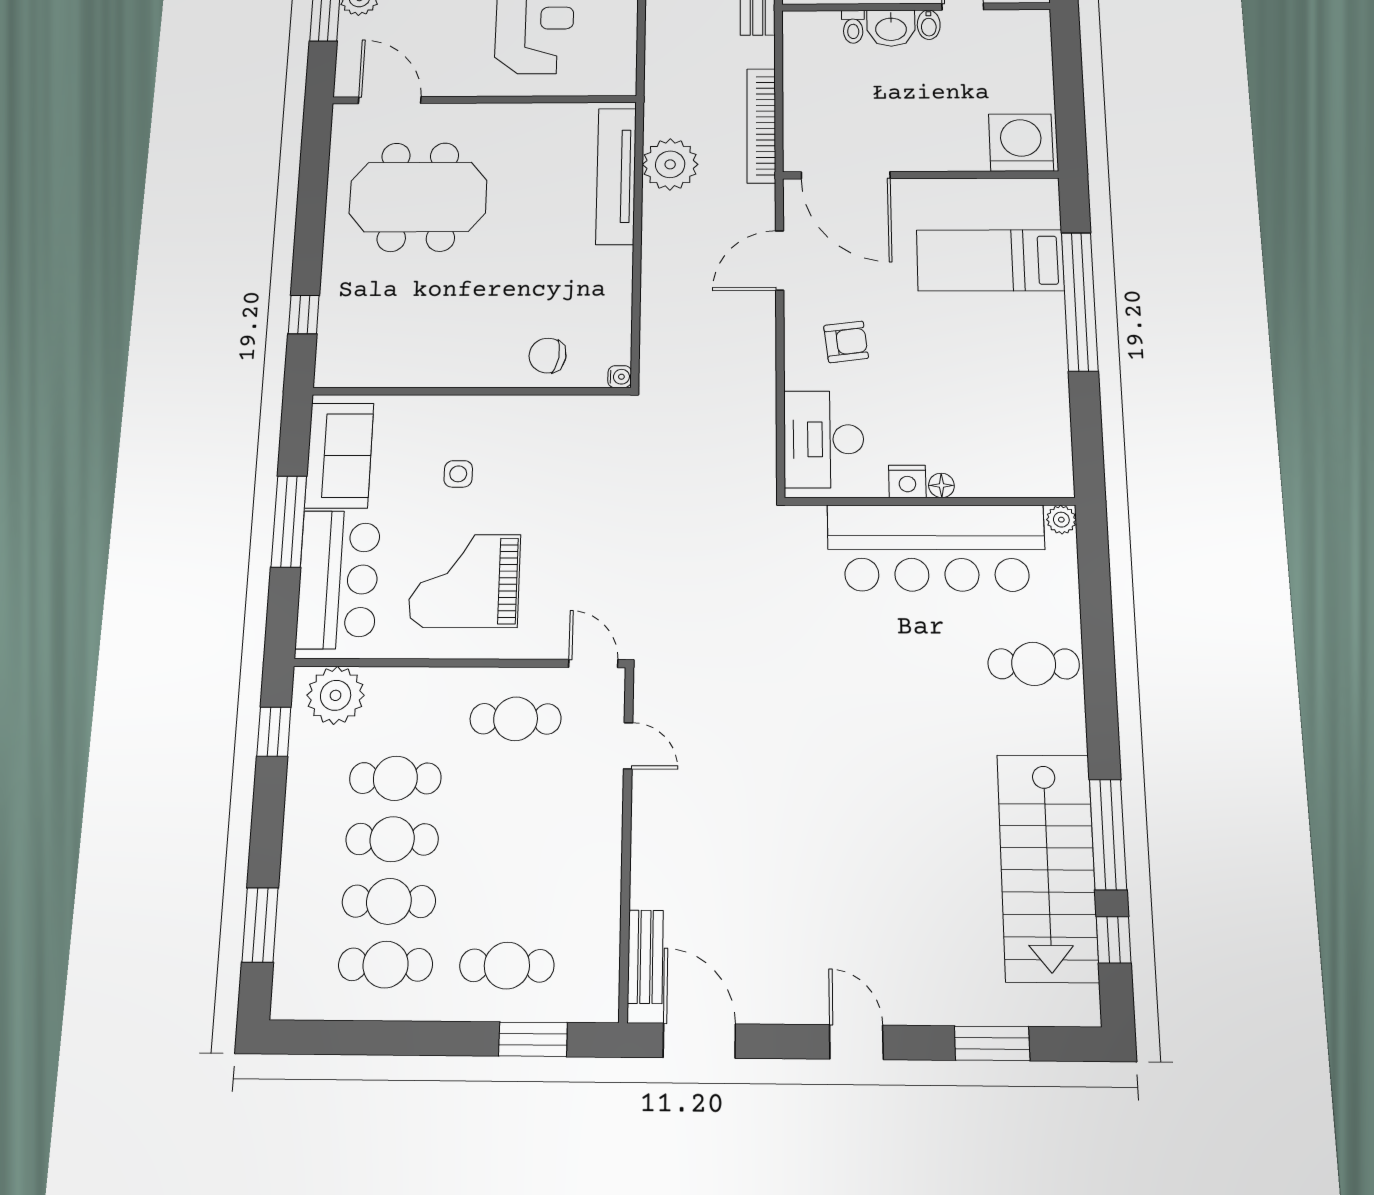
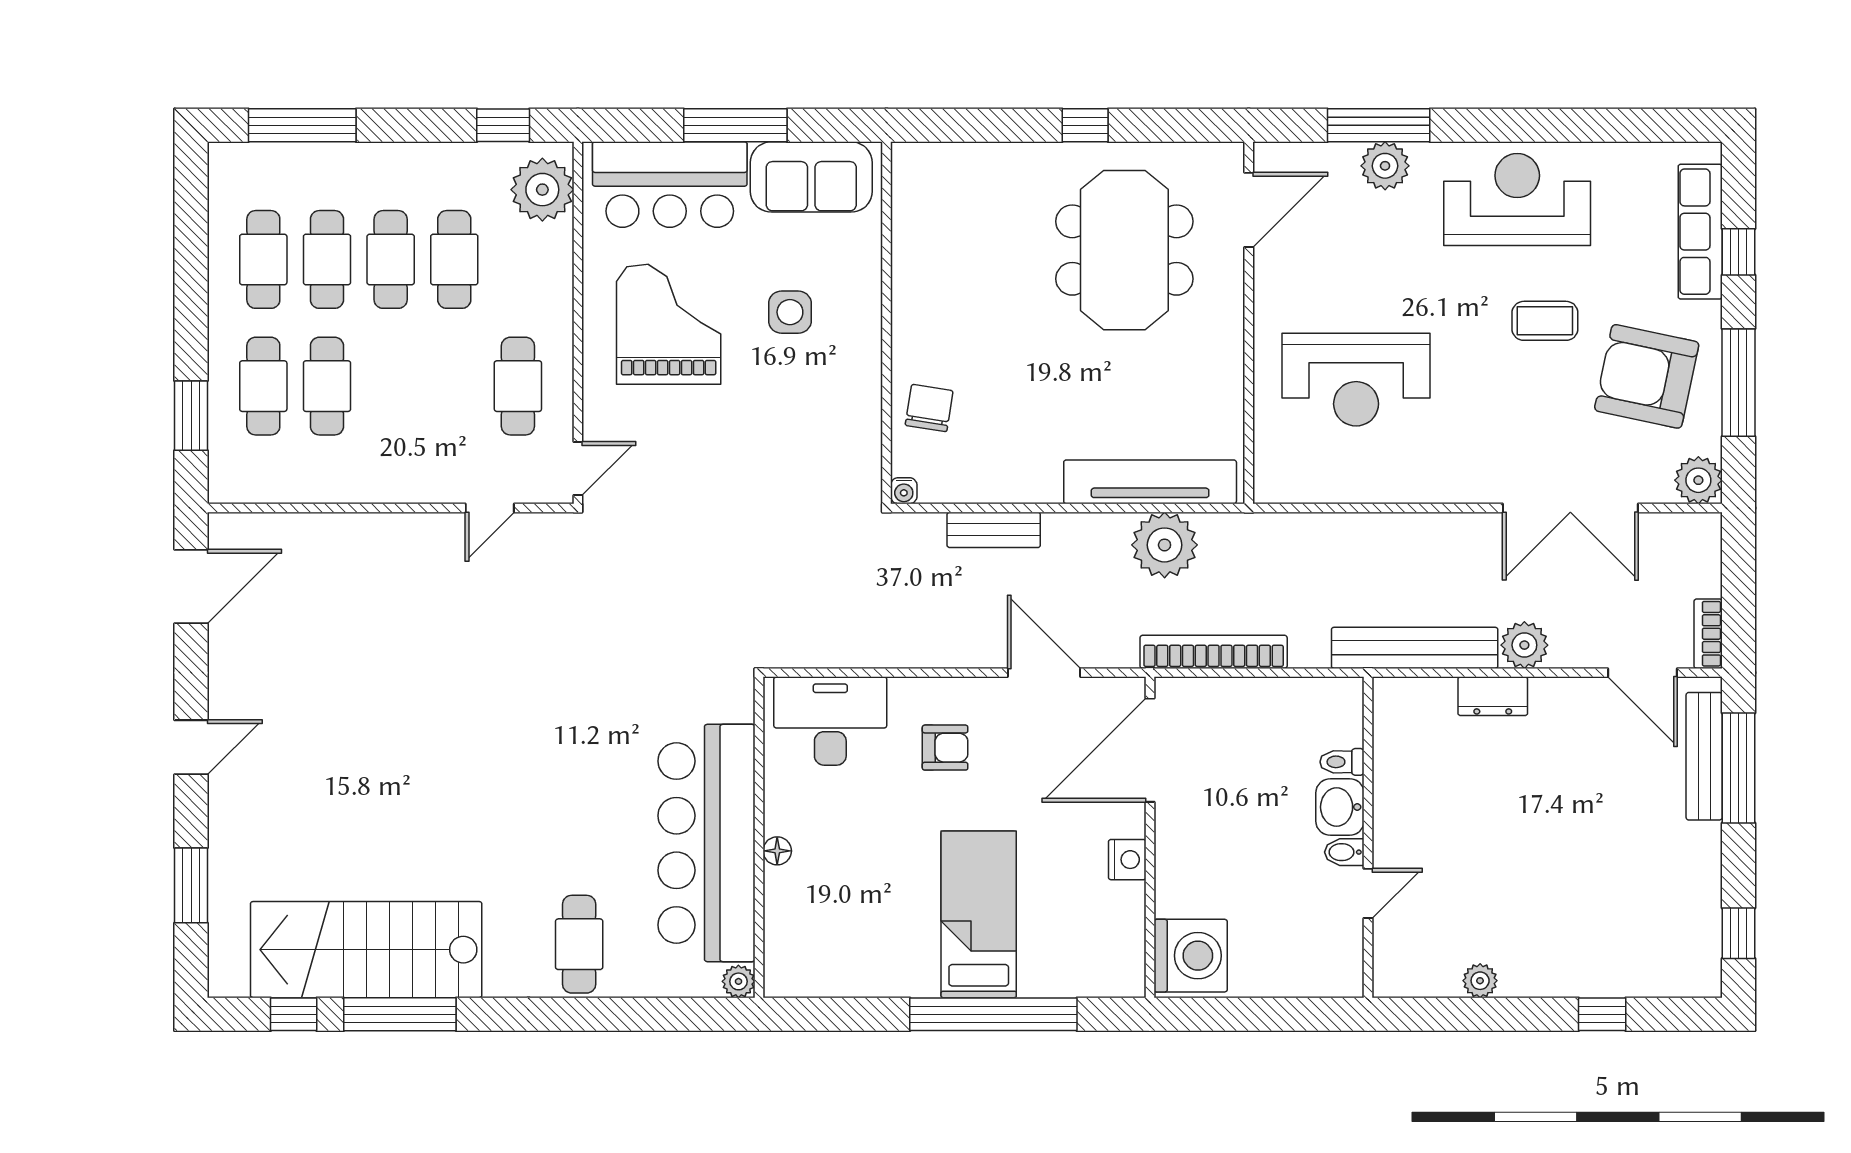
bed: (990, 260) -> (979, 914), moved
window: (304, 315) -> (1085, 125), moved
armchair: (846, 342) -> (945, 748), turned -83
side table: (458, 474) -> (790, 312), width x1.37, depth x1.37
nightstand: (907, 481) -> (1127, 860), moved, turned 180
cafe table: (509, 902) -> (327, 386), added
window: (260, 925) -> (302, 125), width x1.44
bench: (645, 957) -> (994, 530), moved

